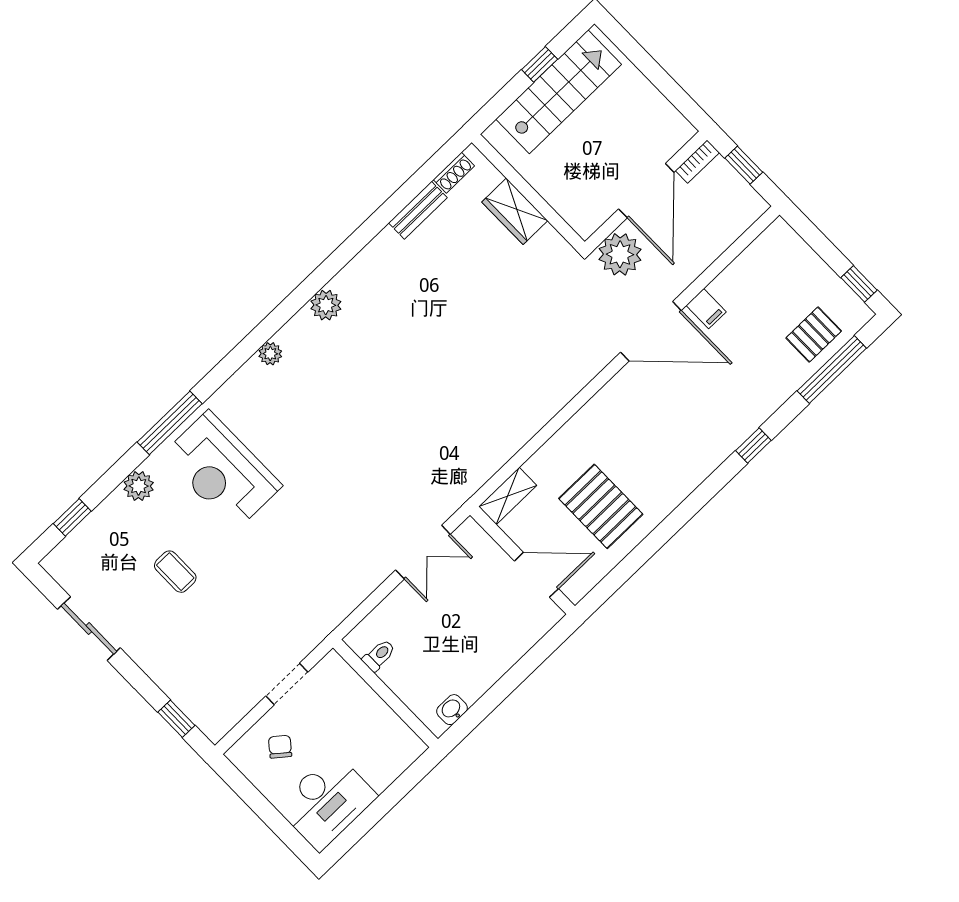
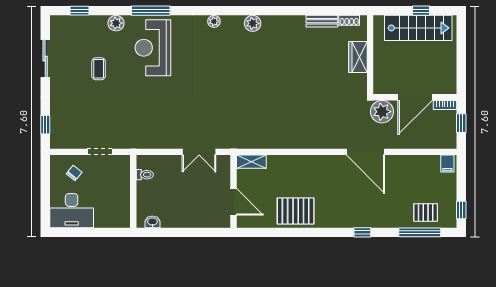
filing cabinet: (706, 309) -> (447, 164), moved
pallet: (601, 506) -> (296, 211), moved, turned 90

